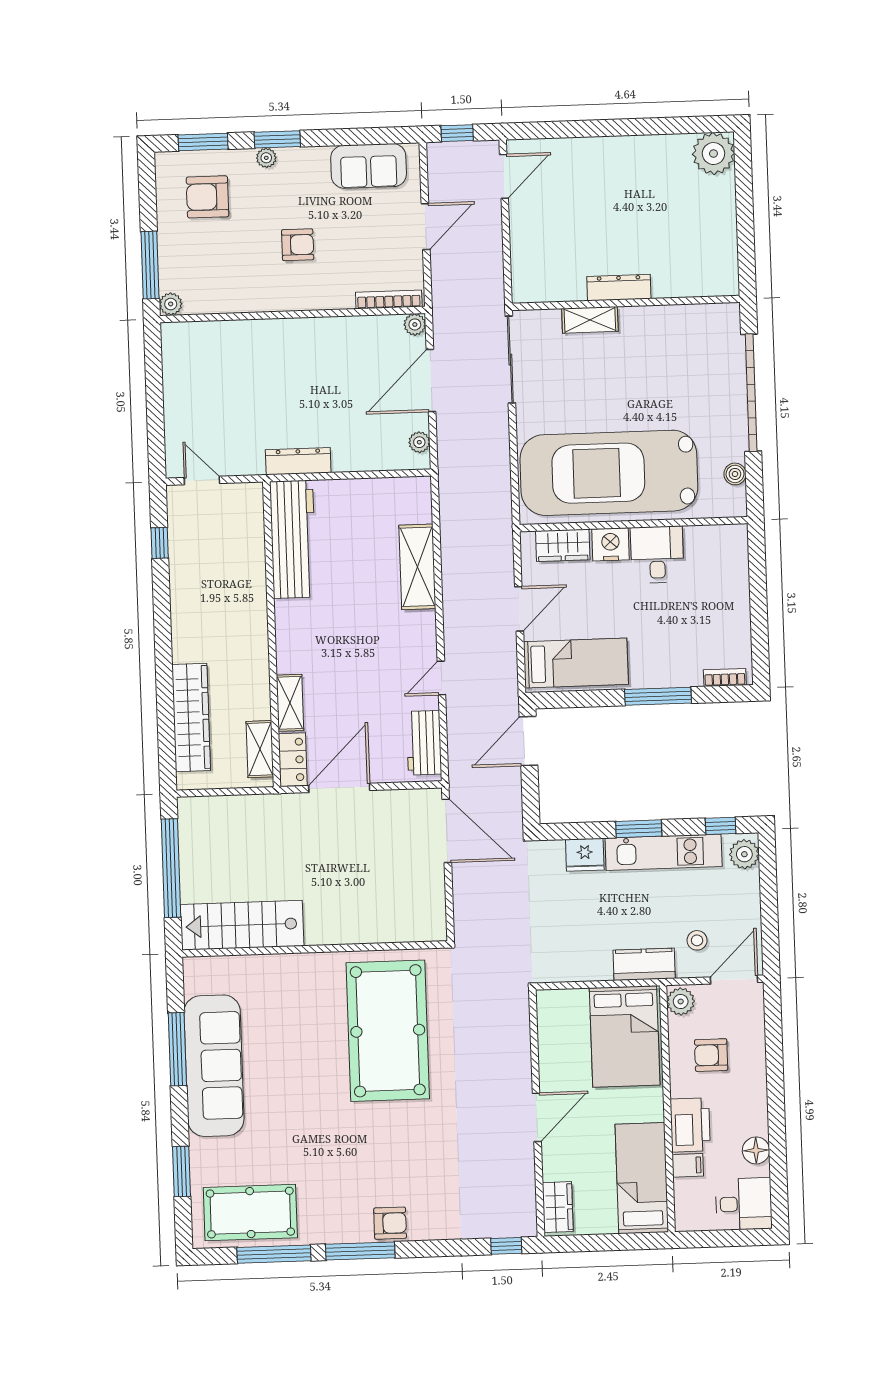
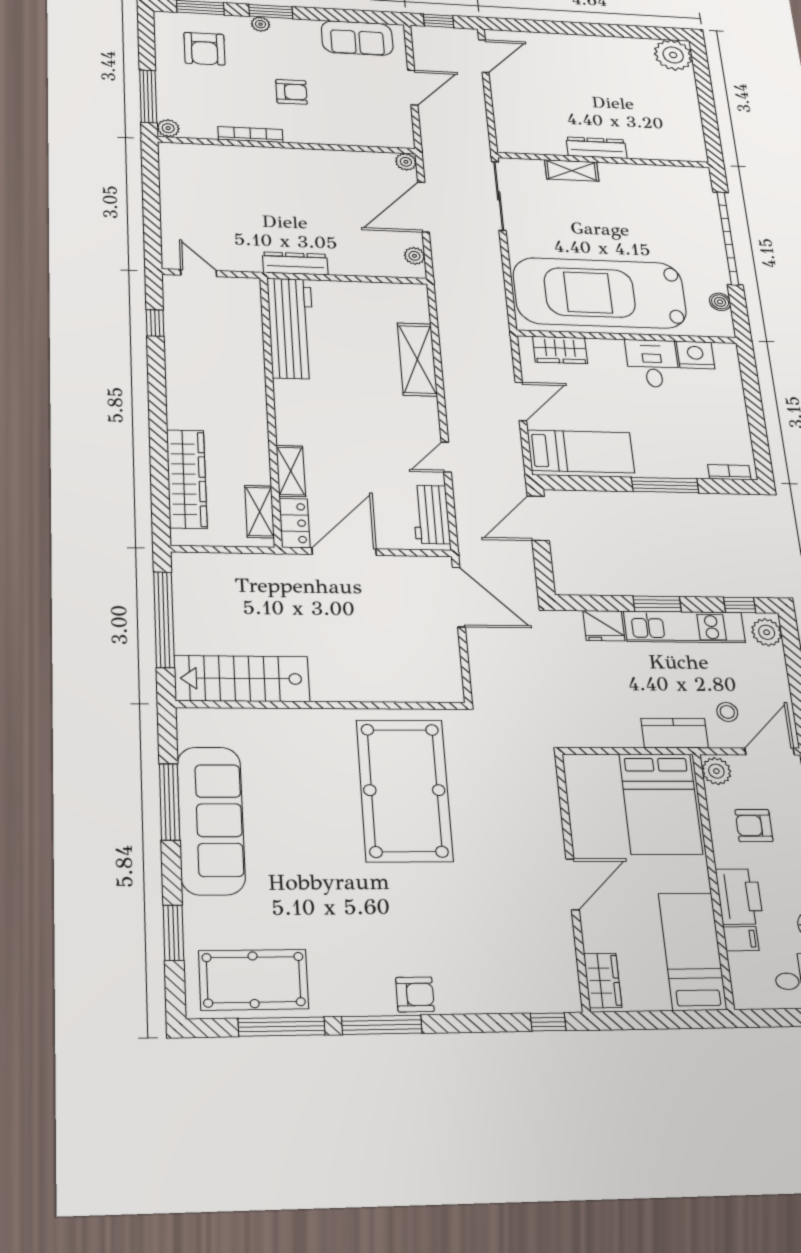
armchair: (207, 197) -> (204, 49), turned -90
bookcase: (389, 300) -> (250, 134), moved
nightstand: (610, 544) -> (695, 355), moved

